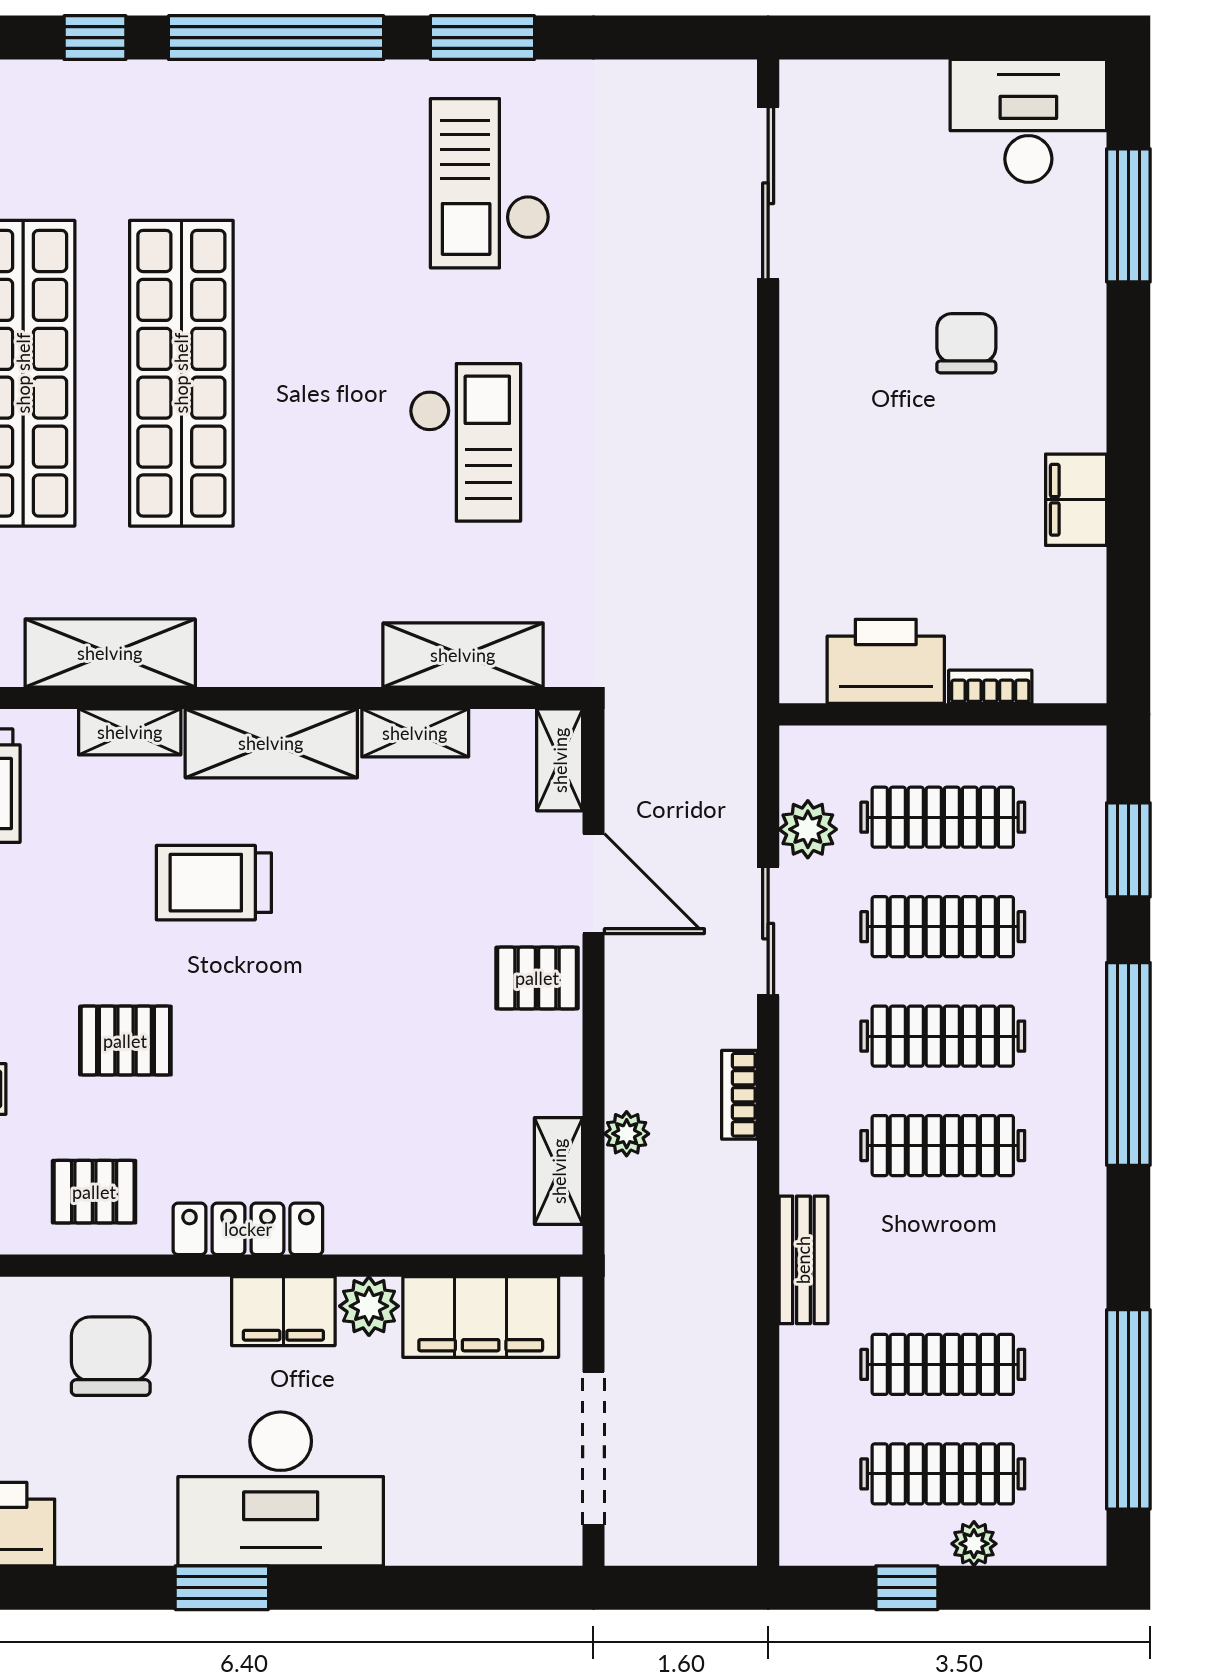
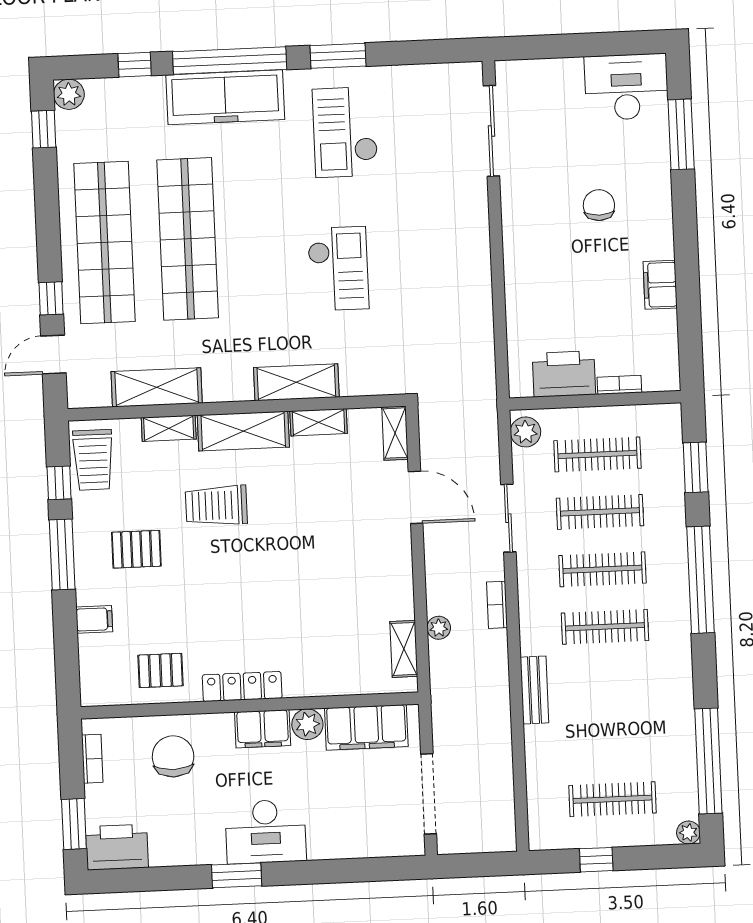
freezer: (265, 107) -> (225, 97), added
shelving: (463, 655) -> (296, 382), moved
plant: (808, 829) -> (525, 432), moved
pallet: (537, 978) -> (388, 548), removed
pallet: (125, 1041) -> (136, 549), moved
clothes rail: (943, 1364) -> (610, 742), removed
desk: (281, 1489) -> (266, 832), width x0.73, depth x0.77
plant: (974, 1544) -> (688, 832), moved

